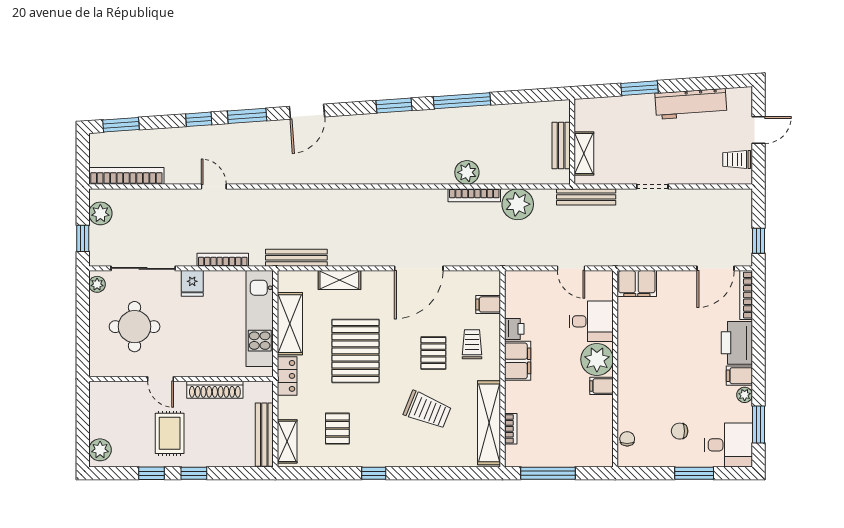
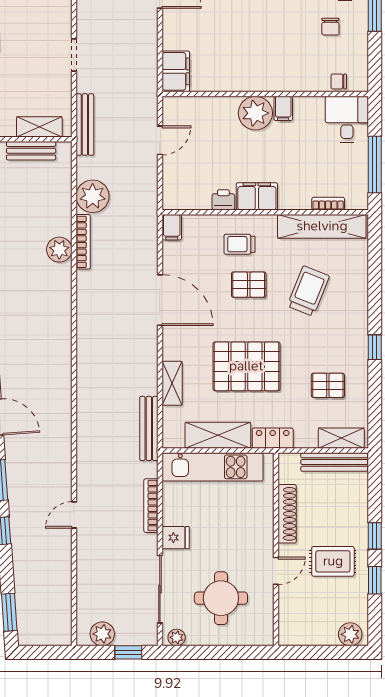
bookcase: (126, 176) -> (63, 607), removed
filing cabinet: (488, 304) -> (172, 227), moved
desk: (591, 321) -> (347, 119), moved

